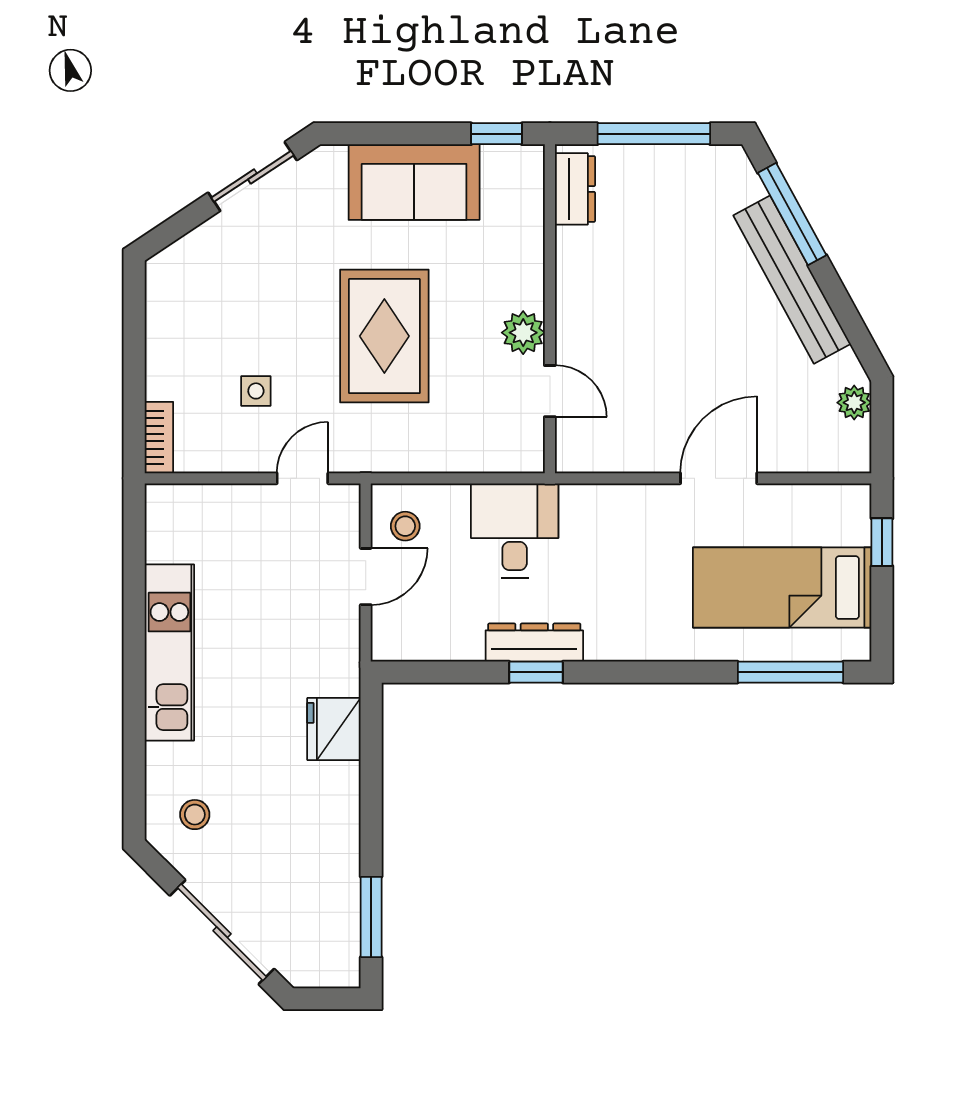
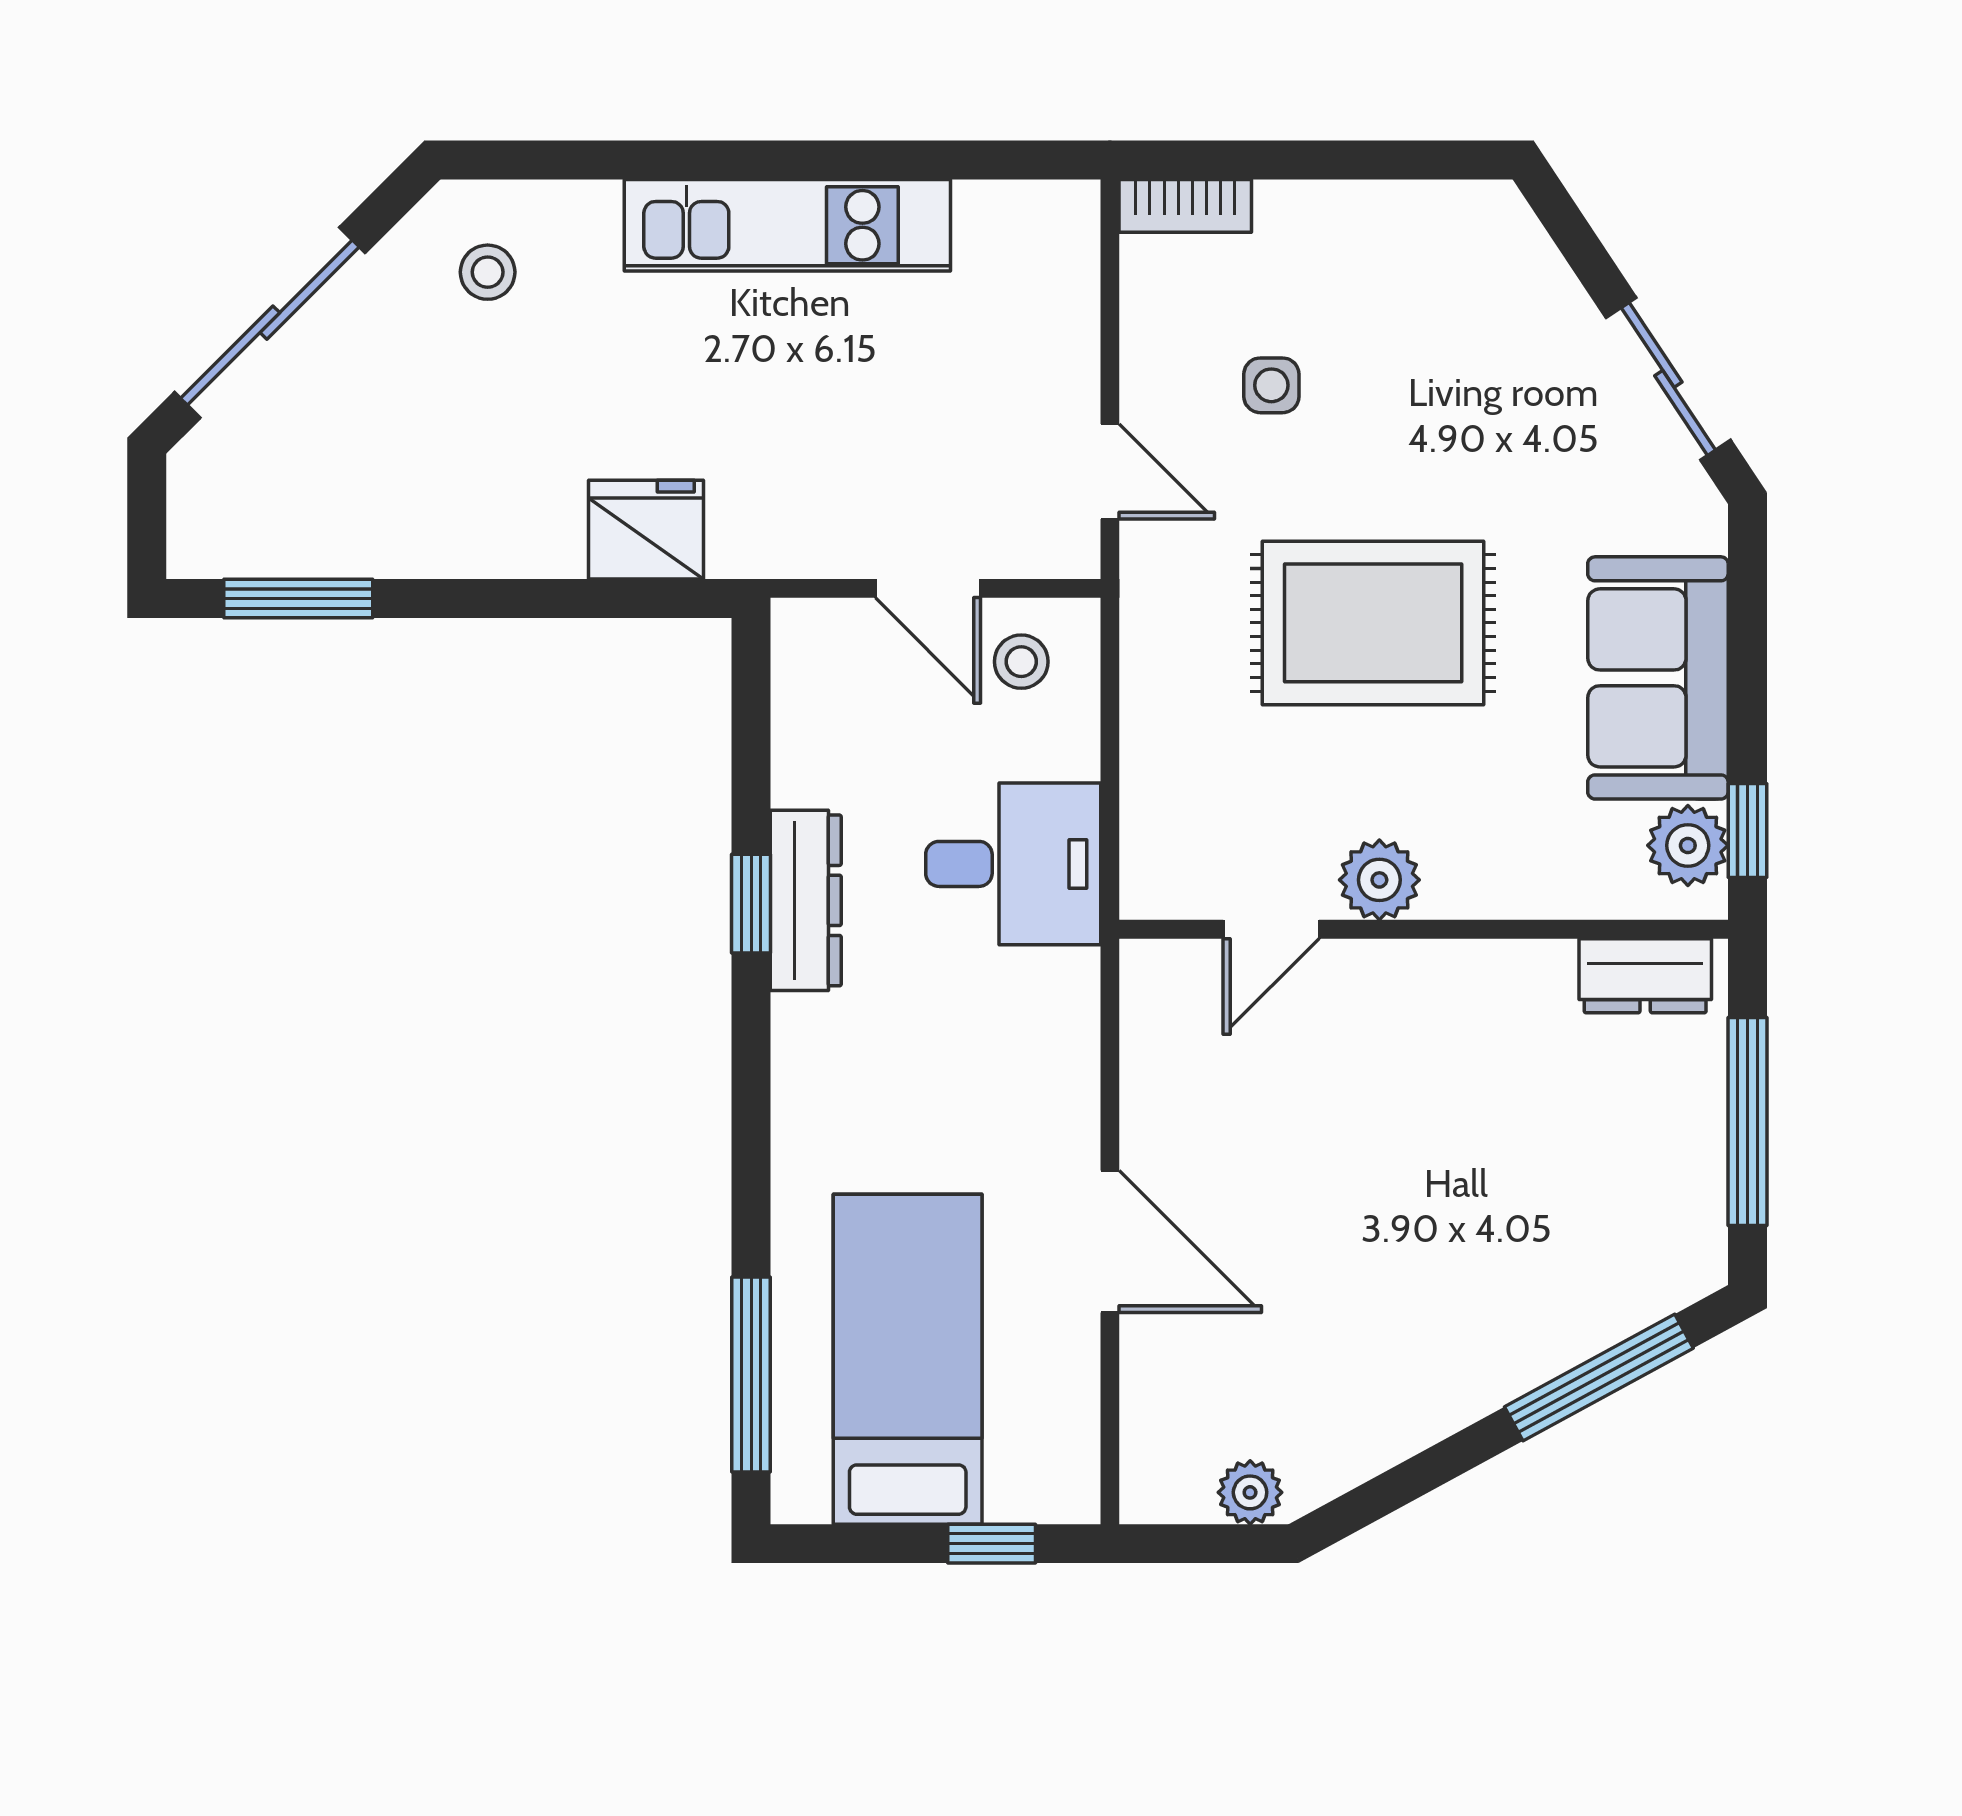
plant: (505, 166) -> (1688, 845), added
bench: (792, 280) -> (1477, 1377), removed

